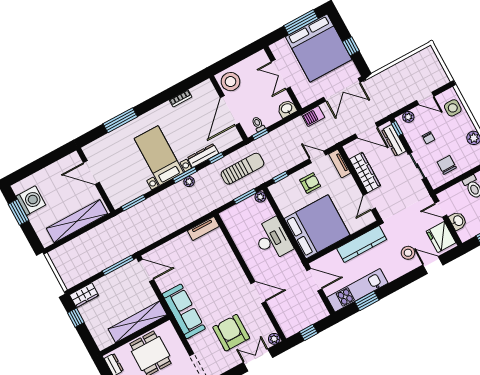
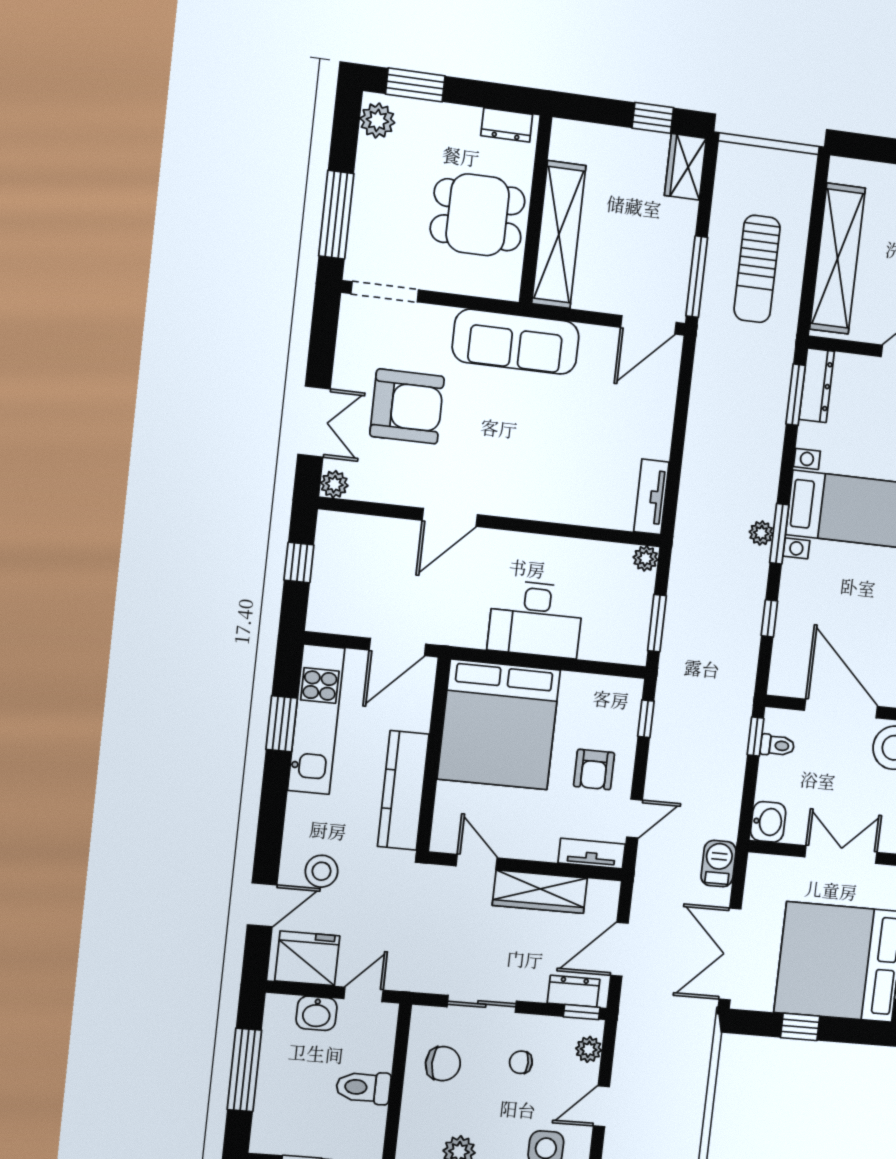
dresser: (394, 141) -> (574, 991), width x0.70
dresser: (203, 156) -> (817, 385), moved
sun lounger: (242, 169) -> (757, 269), moved
plant: (260, 197) -> (646, 558), moved

